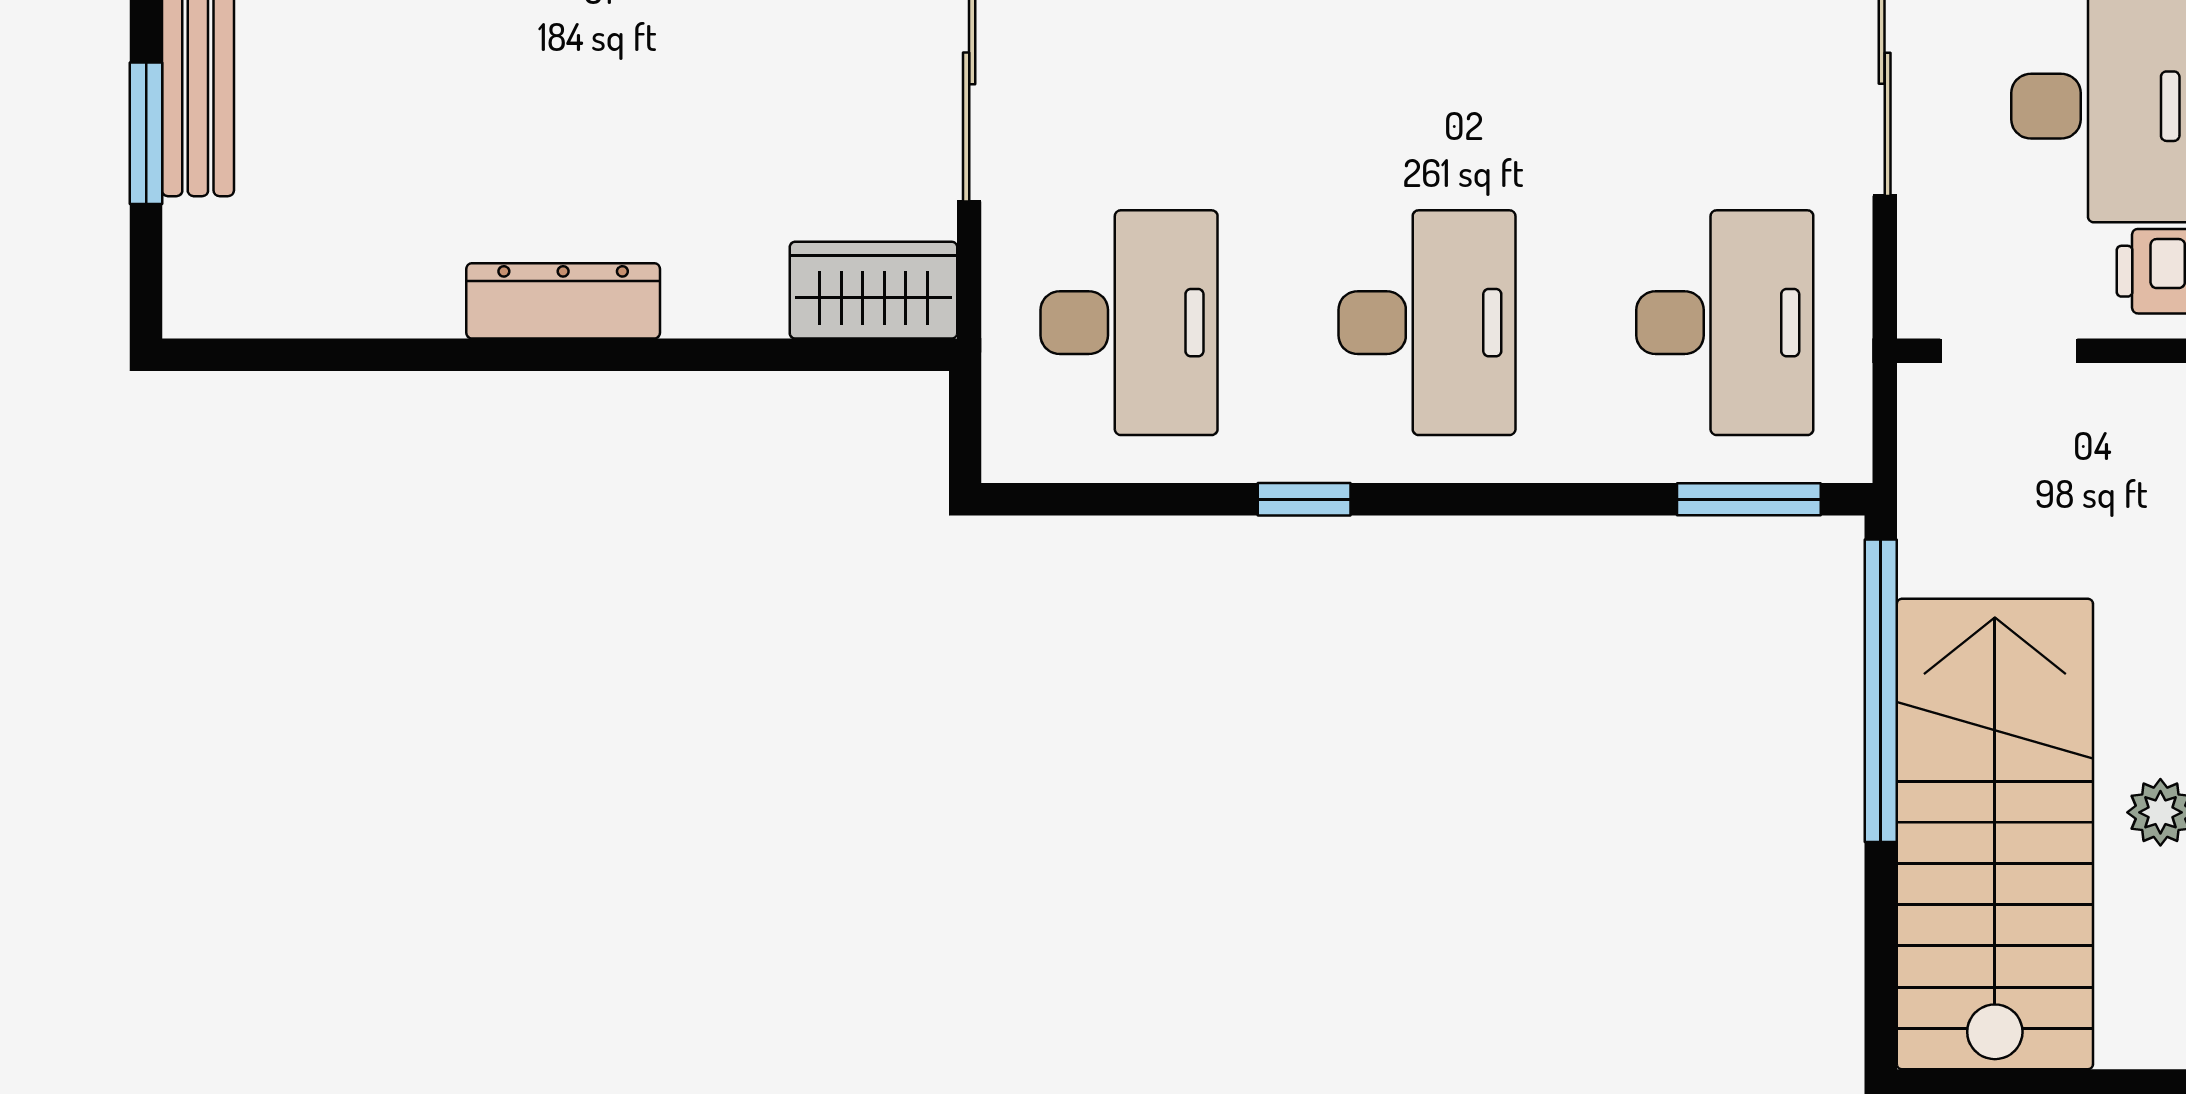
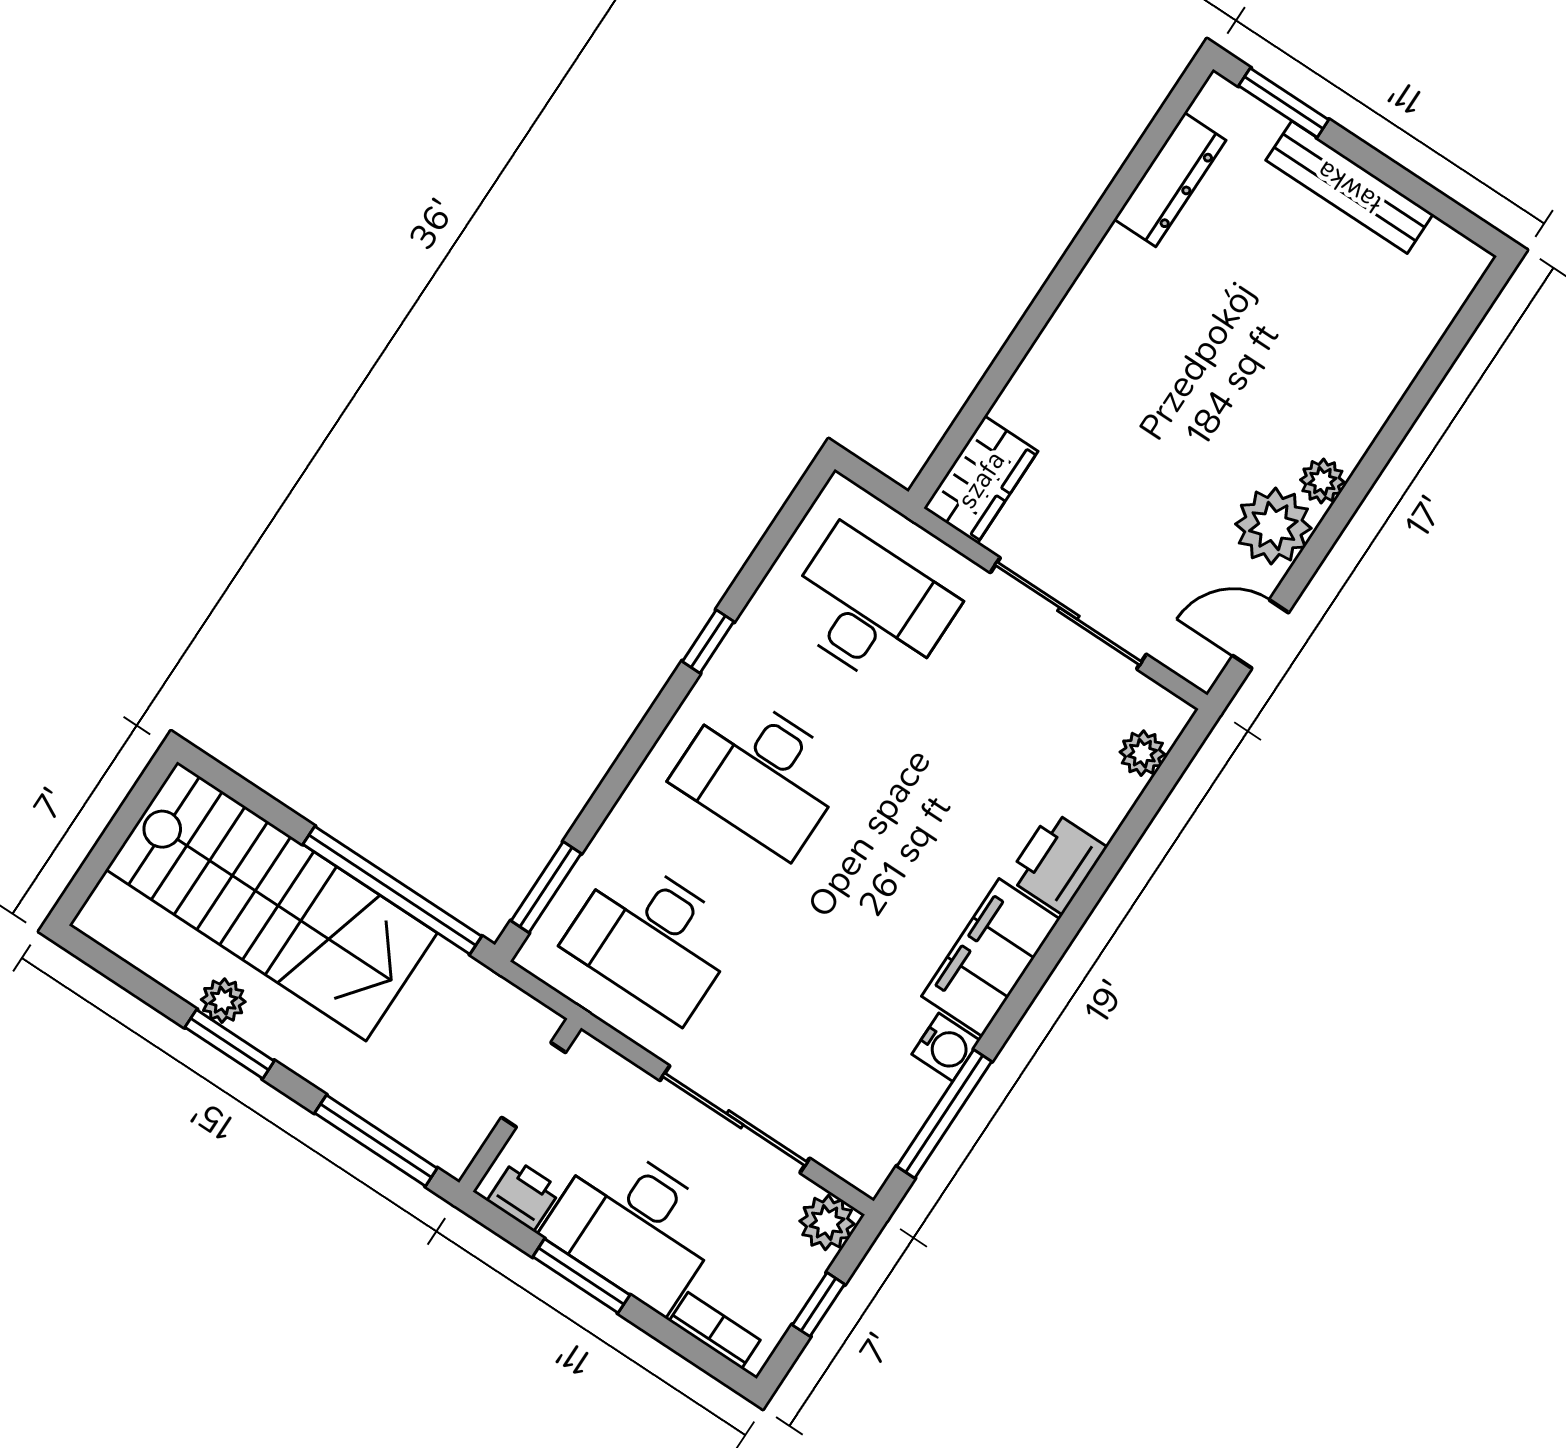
window: (146, 133) -> (1284, 103), moved
dresser: (563, 301) -> (1170, 180), moved
desk: (1129, 323) -> (870, 609), turned 180

